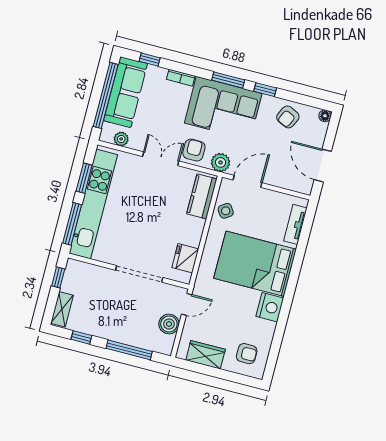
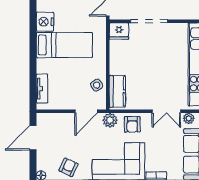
double door: (161, 159) -> (166, 111), moved
door: (323, 166) -> (33, 138), swing flipped
fridge: (185, 258) -> (119, 31), moved, turned 90
bed: (255, 264) -> (64, 45), width x0.67

